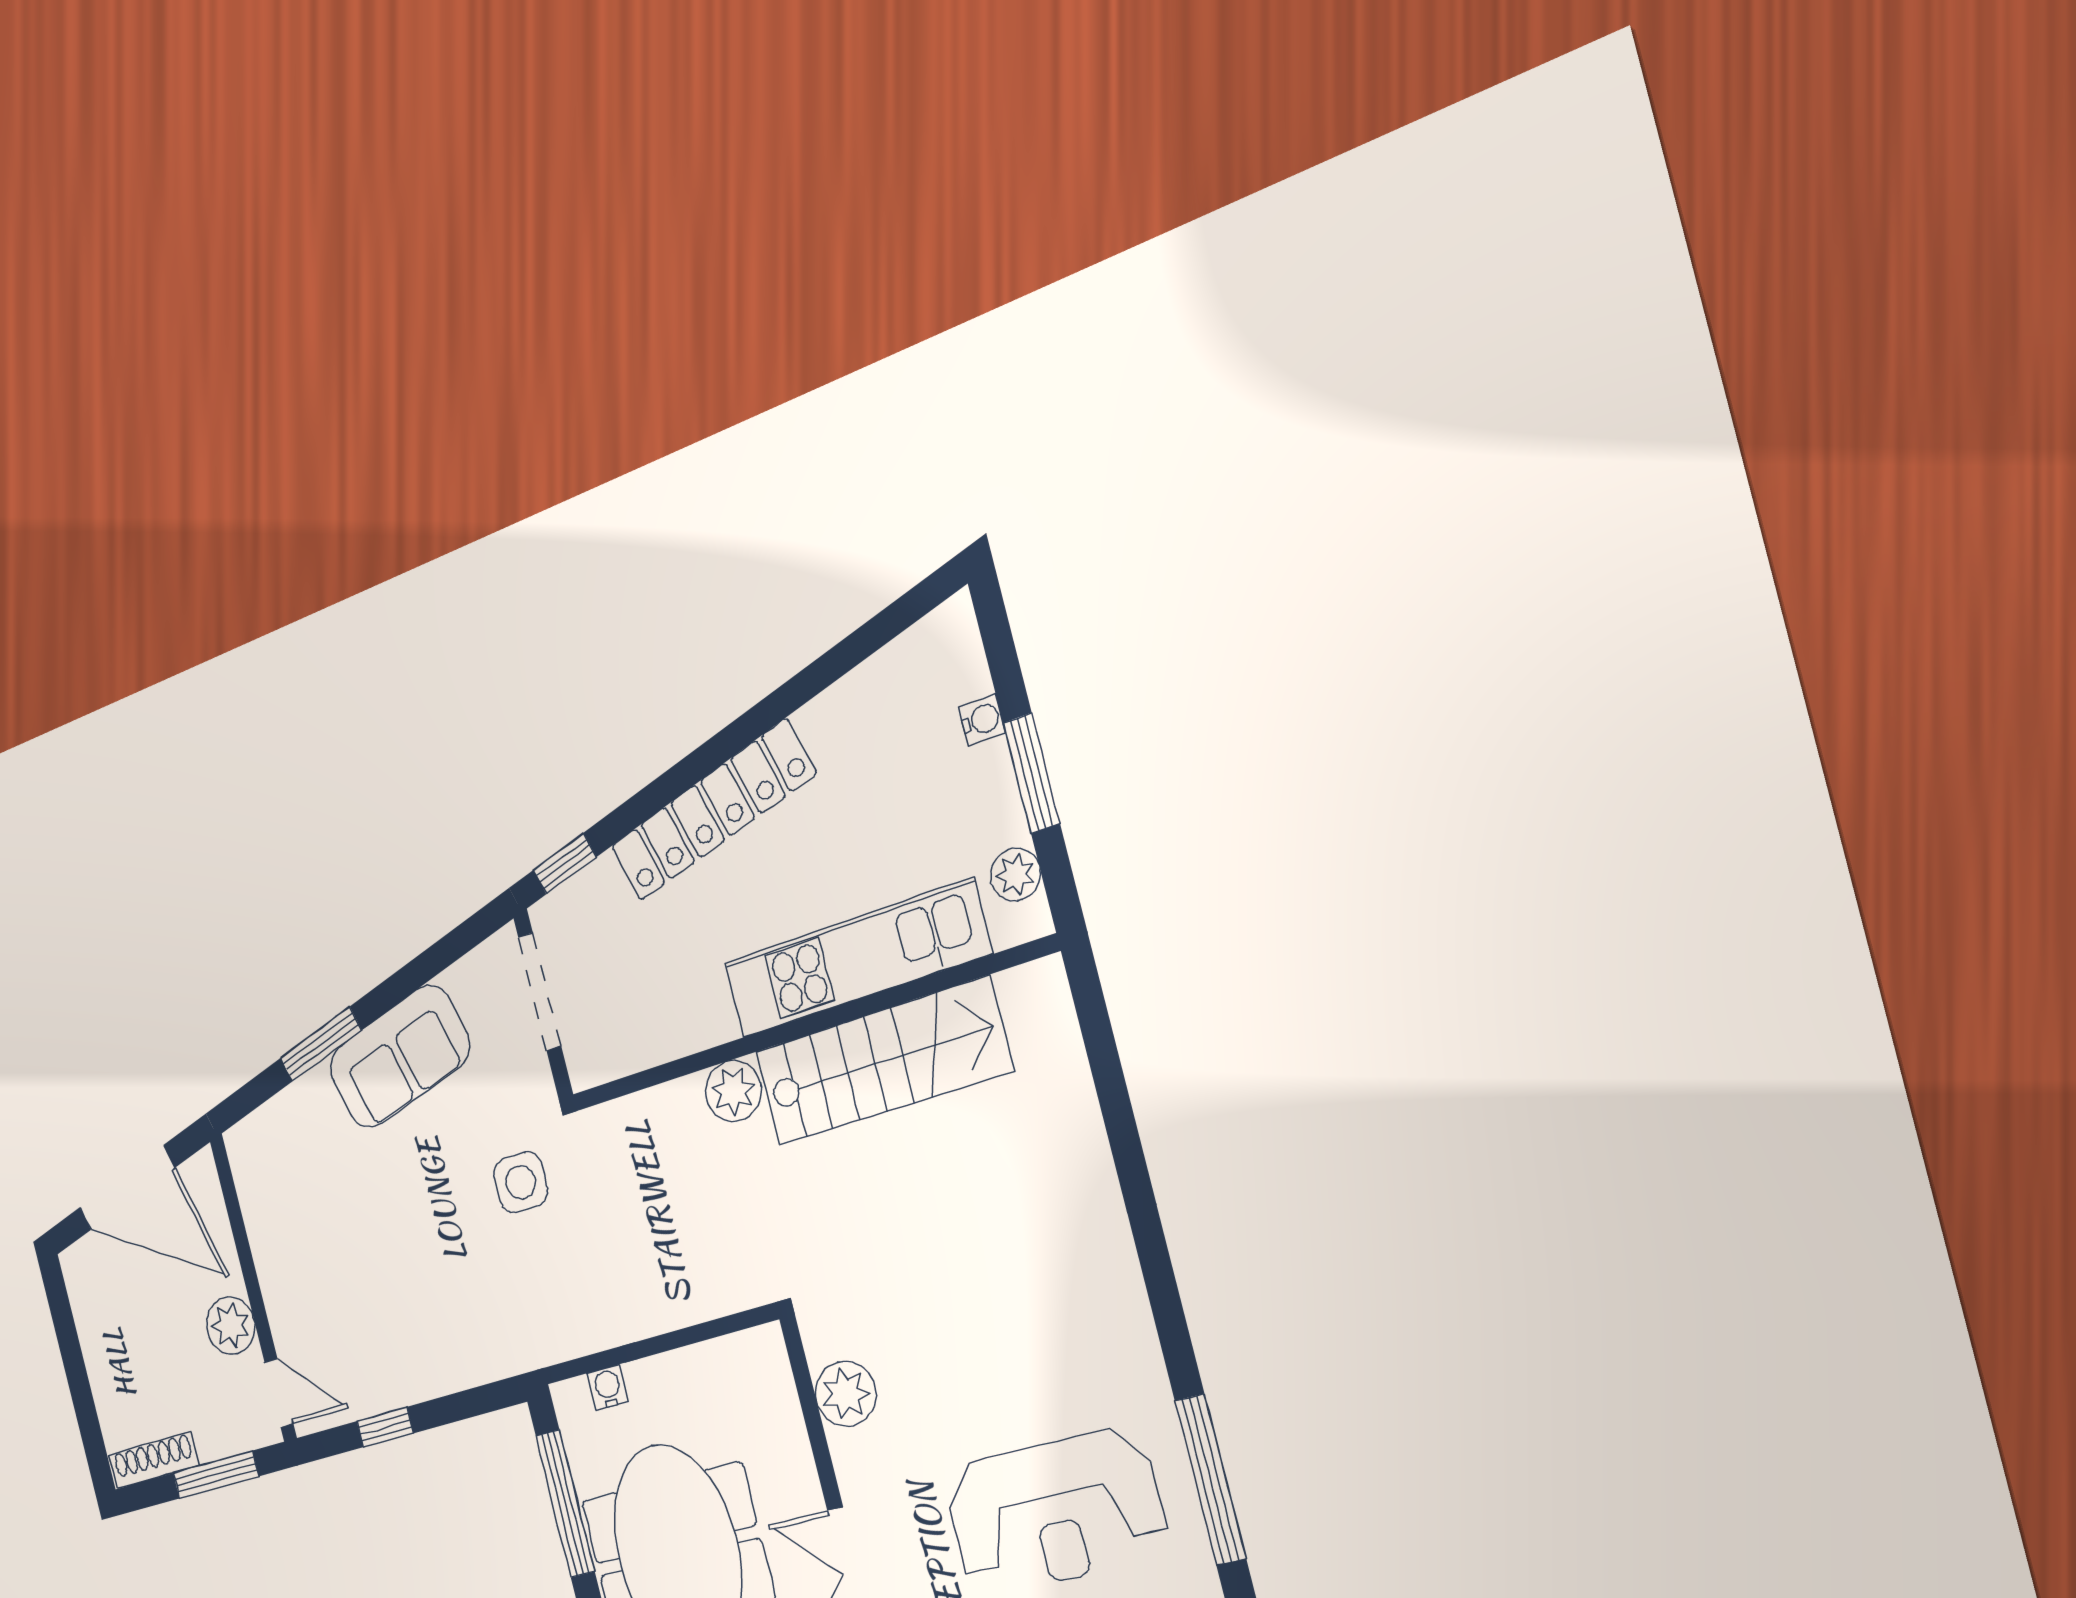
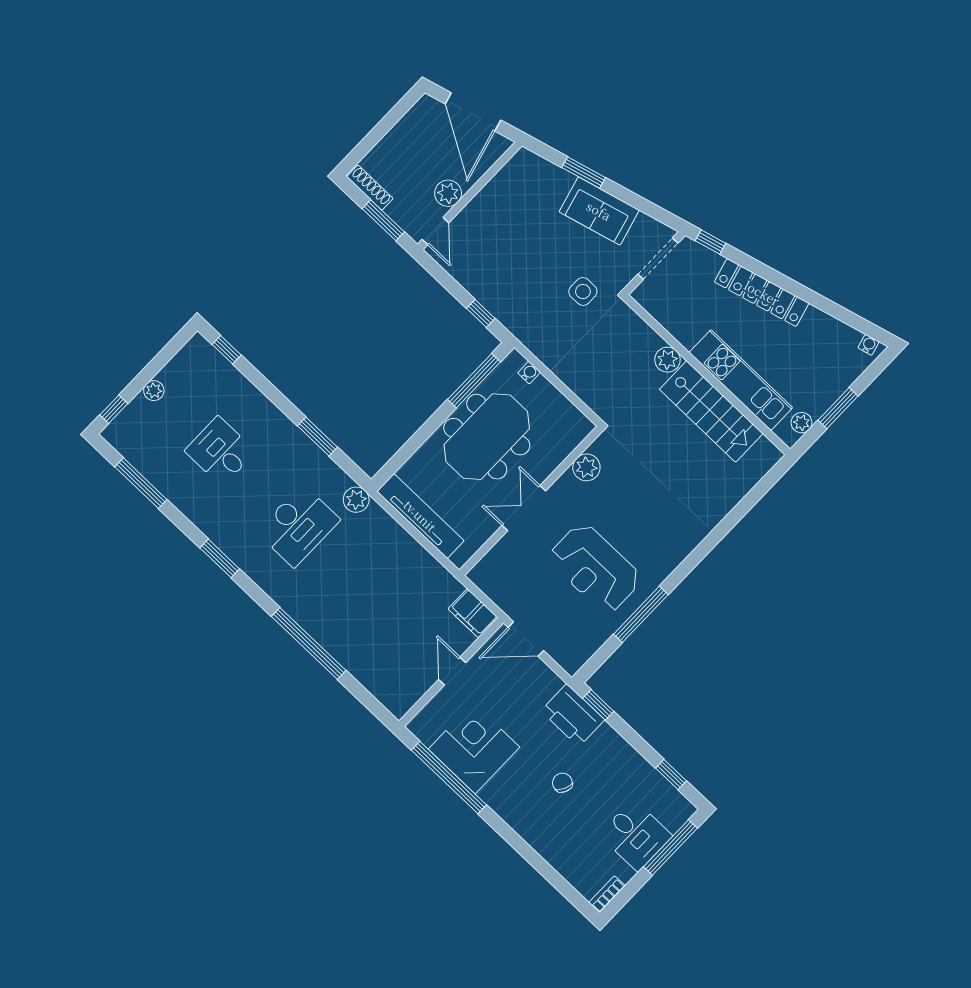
water cooler: (982, 720) -> (869, 345), moved, turned -105
window: (385, 1427) -> (481, 313), moved

